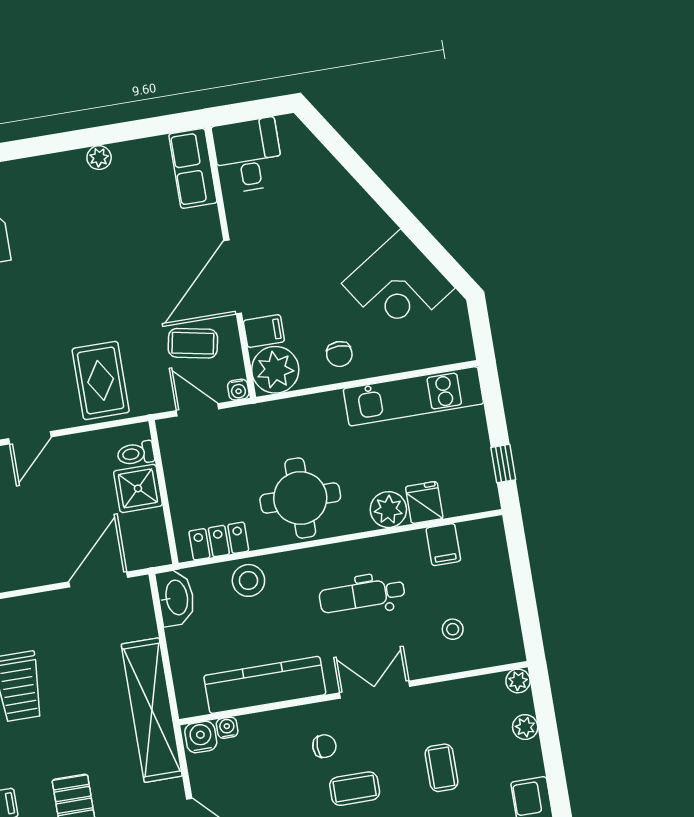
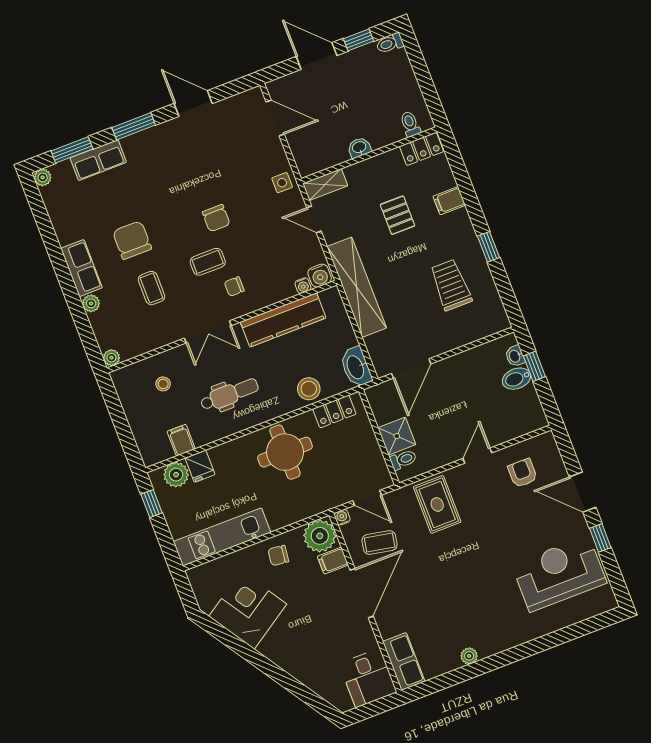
chair: (339, 354) -> (278, 555), turned -83
plant: (388, 510) -> (176, 475), moved
plant: (525, 727) -> (91, 303), moved

